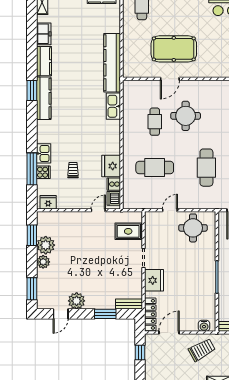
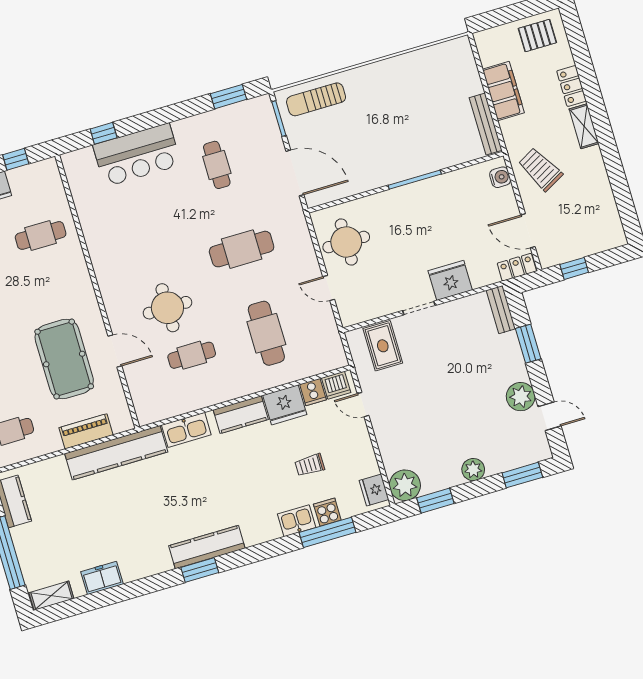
piano: (129, 49) -> (86, 431), added
kitchen counter: (44, 61) -> (241, 415), moved, turned 180
plant: (46, 245) -> (405, 485), moved
locker: (150, 314) -> (517, 267), width x0.66

